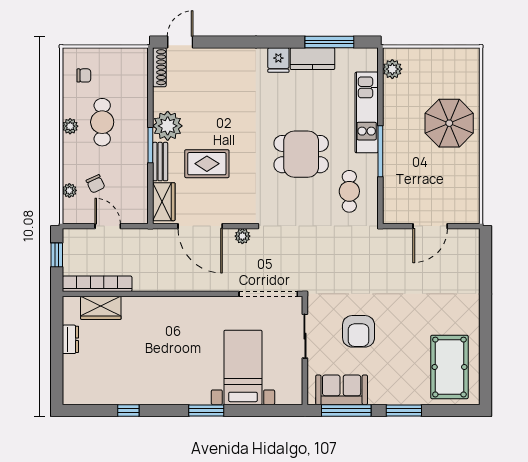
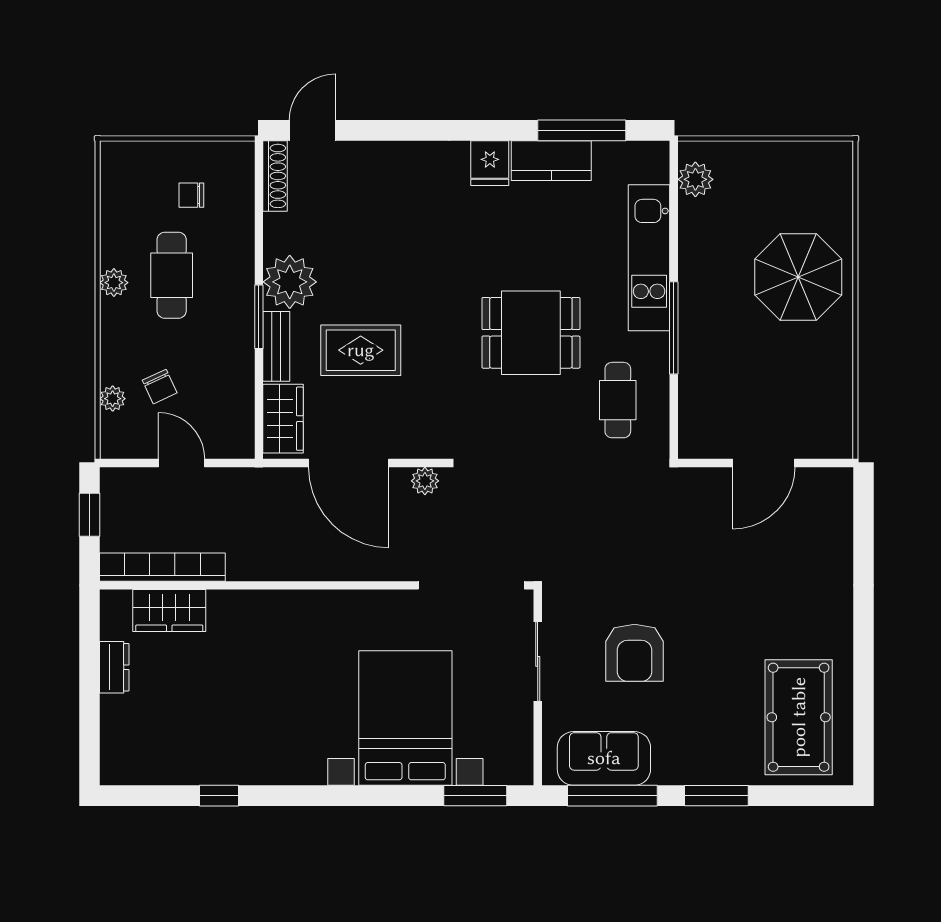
chair: (84, 75) -> (191, 195), moved, turned 180
bed with nightstands: (243, 367) -> (405, 718), width x1.36
window: (206, 410) -> (475, 796), moved

